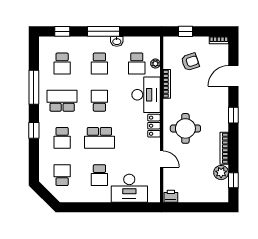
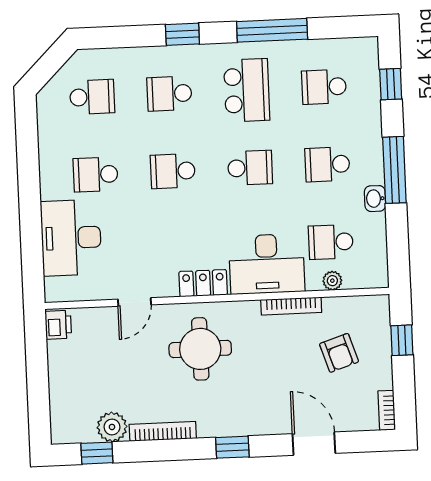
school desk: (99, 138) -> (173, 171), width x0.54

